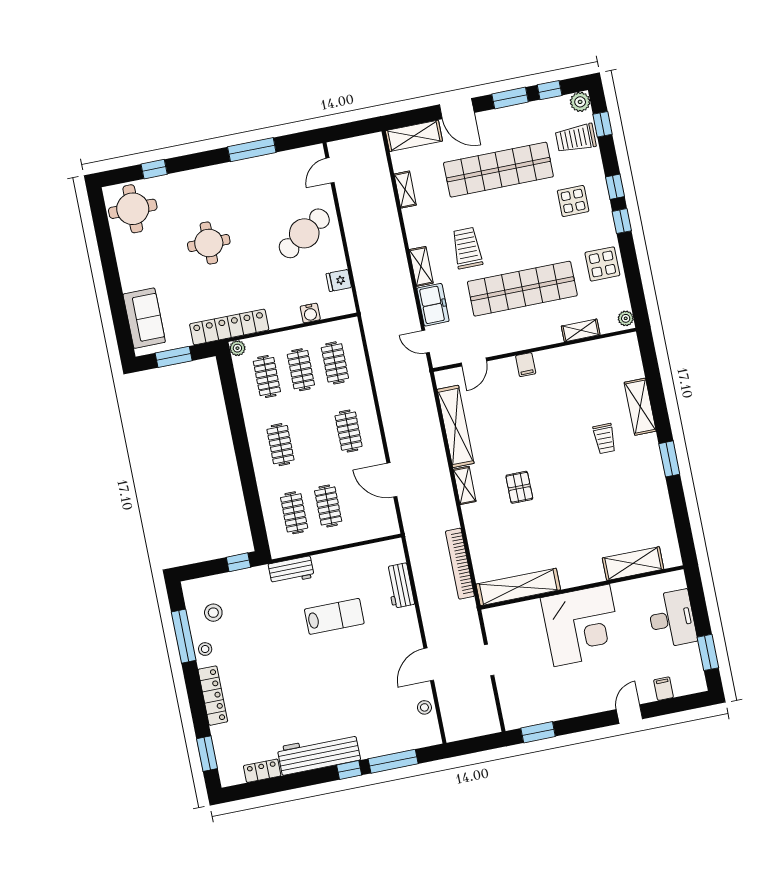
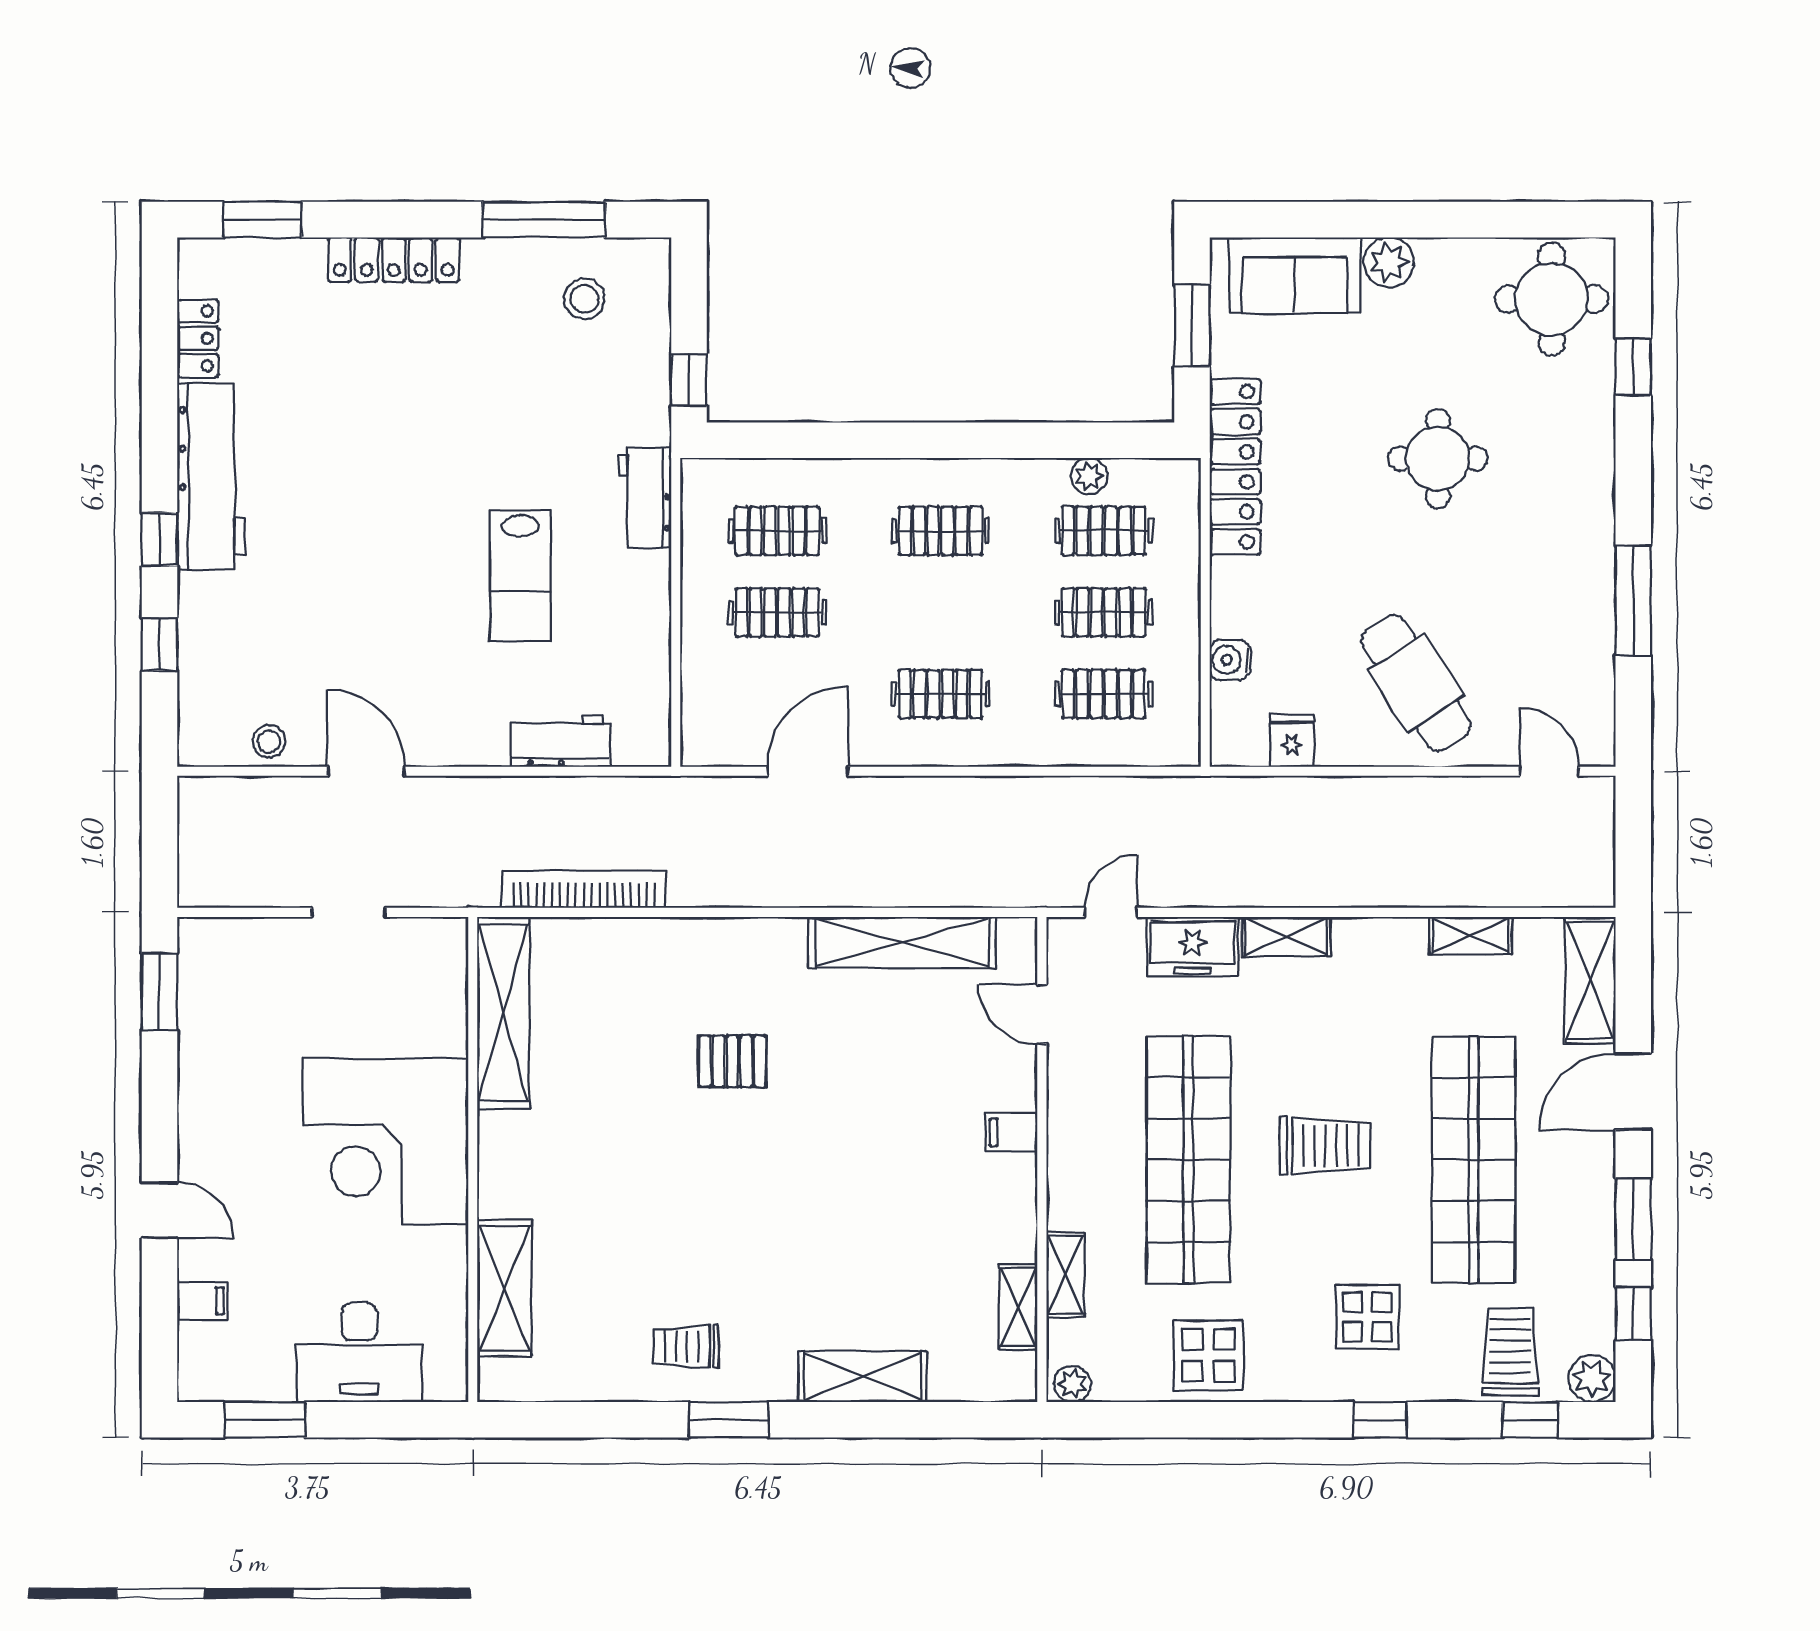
window: (622, 221) -> (1298, 1420), removed
trolley: (467, 248) -> (1325, 1146), moved
plant: (131, 280) -> (1389, 262), added
plant: (237, 348) -> (1089, 476), moved
trolley: (604, 439) -> (686, 1346), moved
shelving: (465, 485) -> (1018, 1307), moved, turned 90
stool: (205, 649) -> (504, 263), removed
window: (393, 761) -> (159, 644), width x0.46

